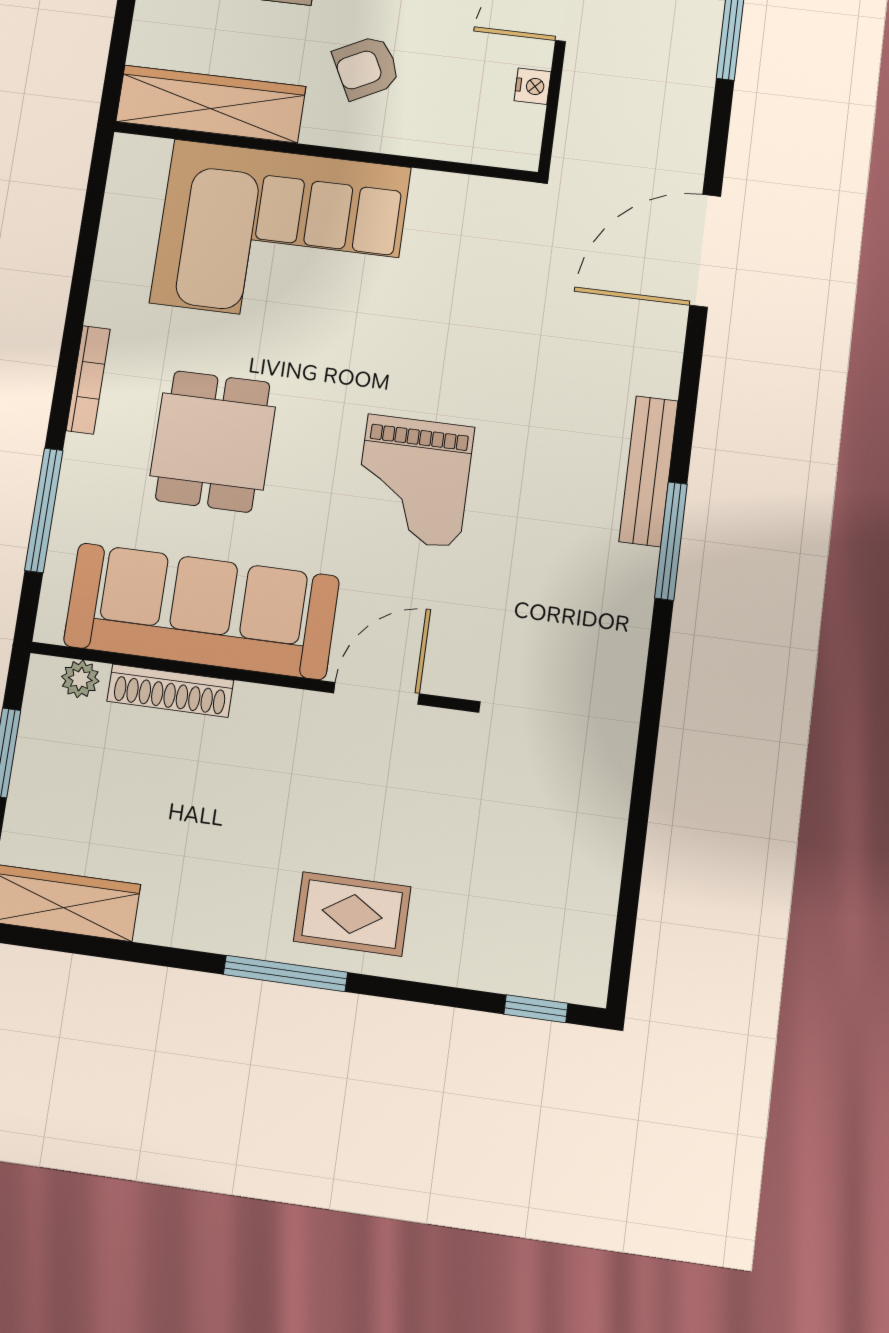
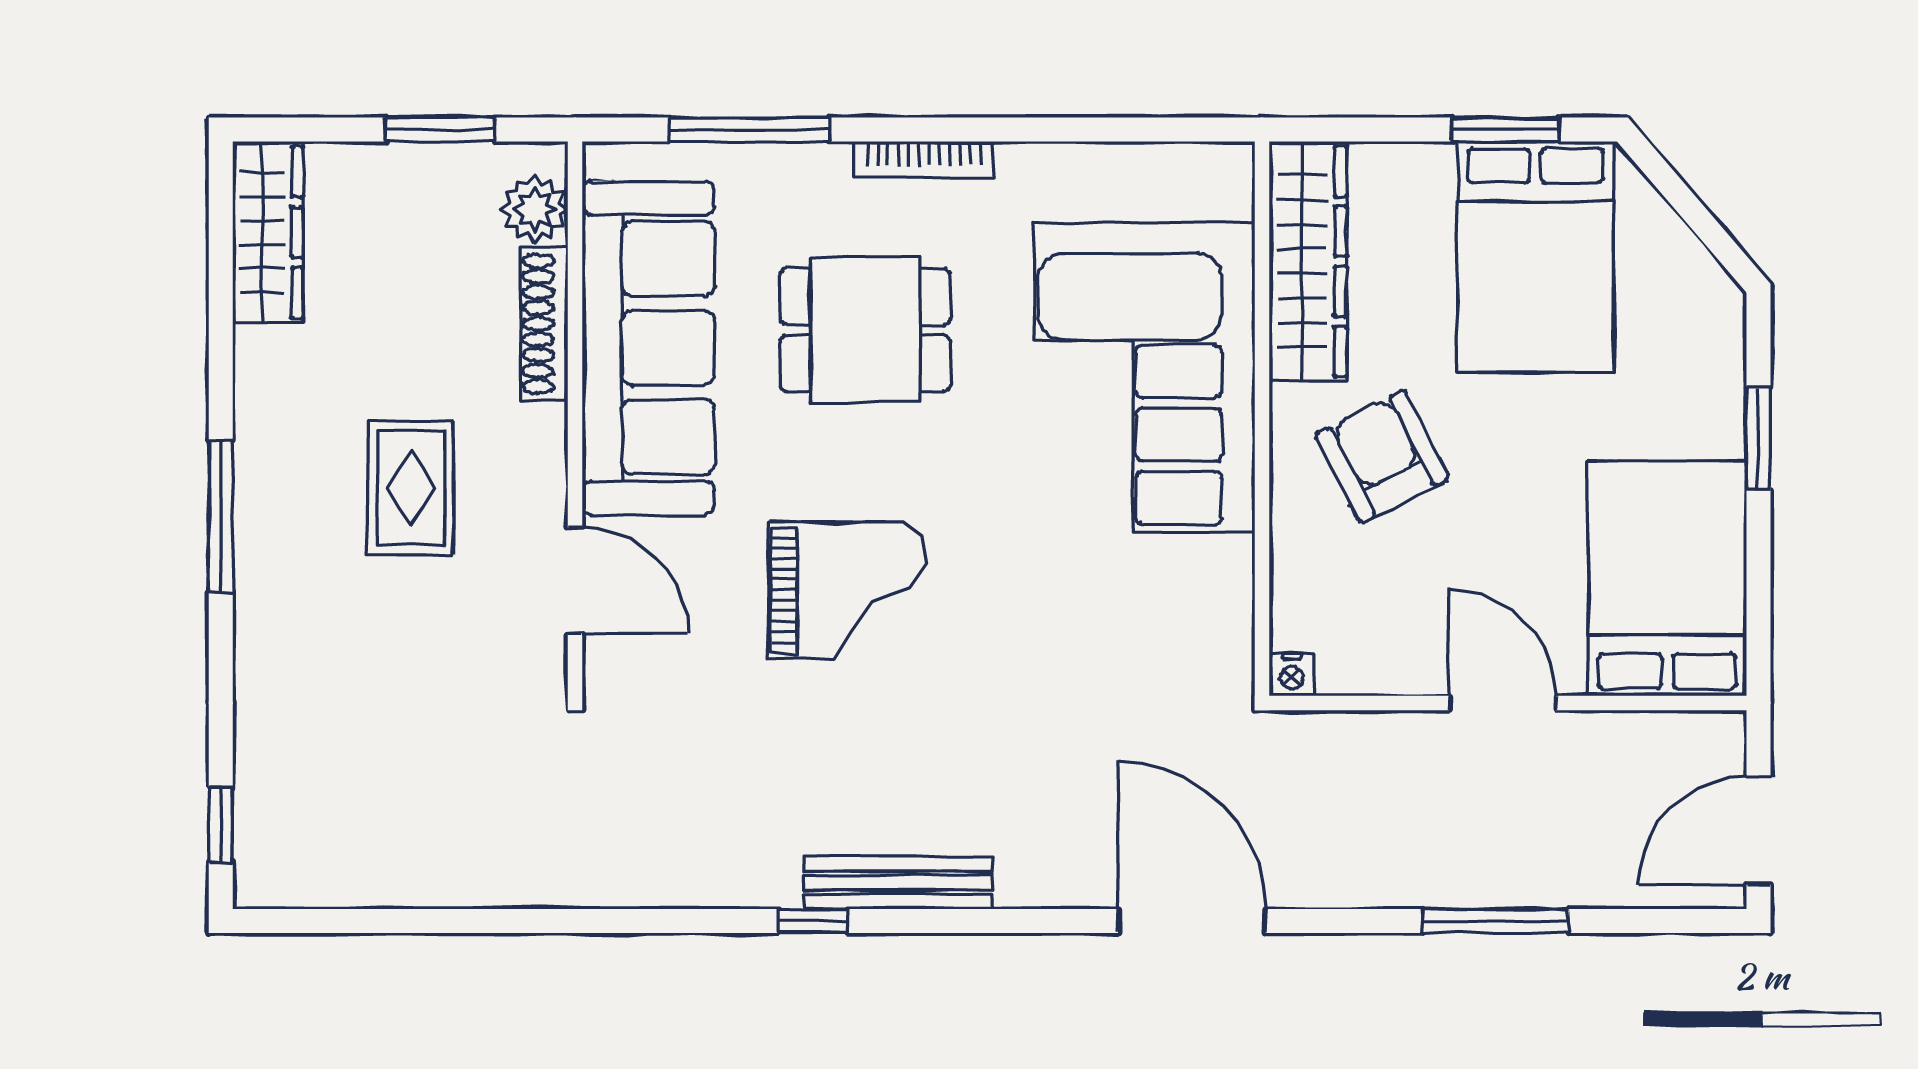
armchair: (366, 67) -> (1382, 456), width x1.38, depth x1.38
nightstand: (533, 86) -> (1292, 675), moved
grand piano: (413, 481) -> (847, 590), turned 180
window: (671, 541) -> (813, 921), width x0.46
plant: (80, 679) -> (535, 209), width x1.38, depth x1.38
rug: (352, 914) -> (411, 488), moved

